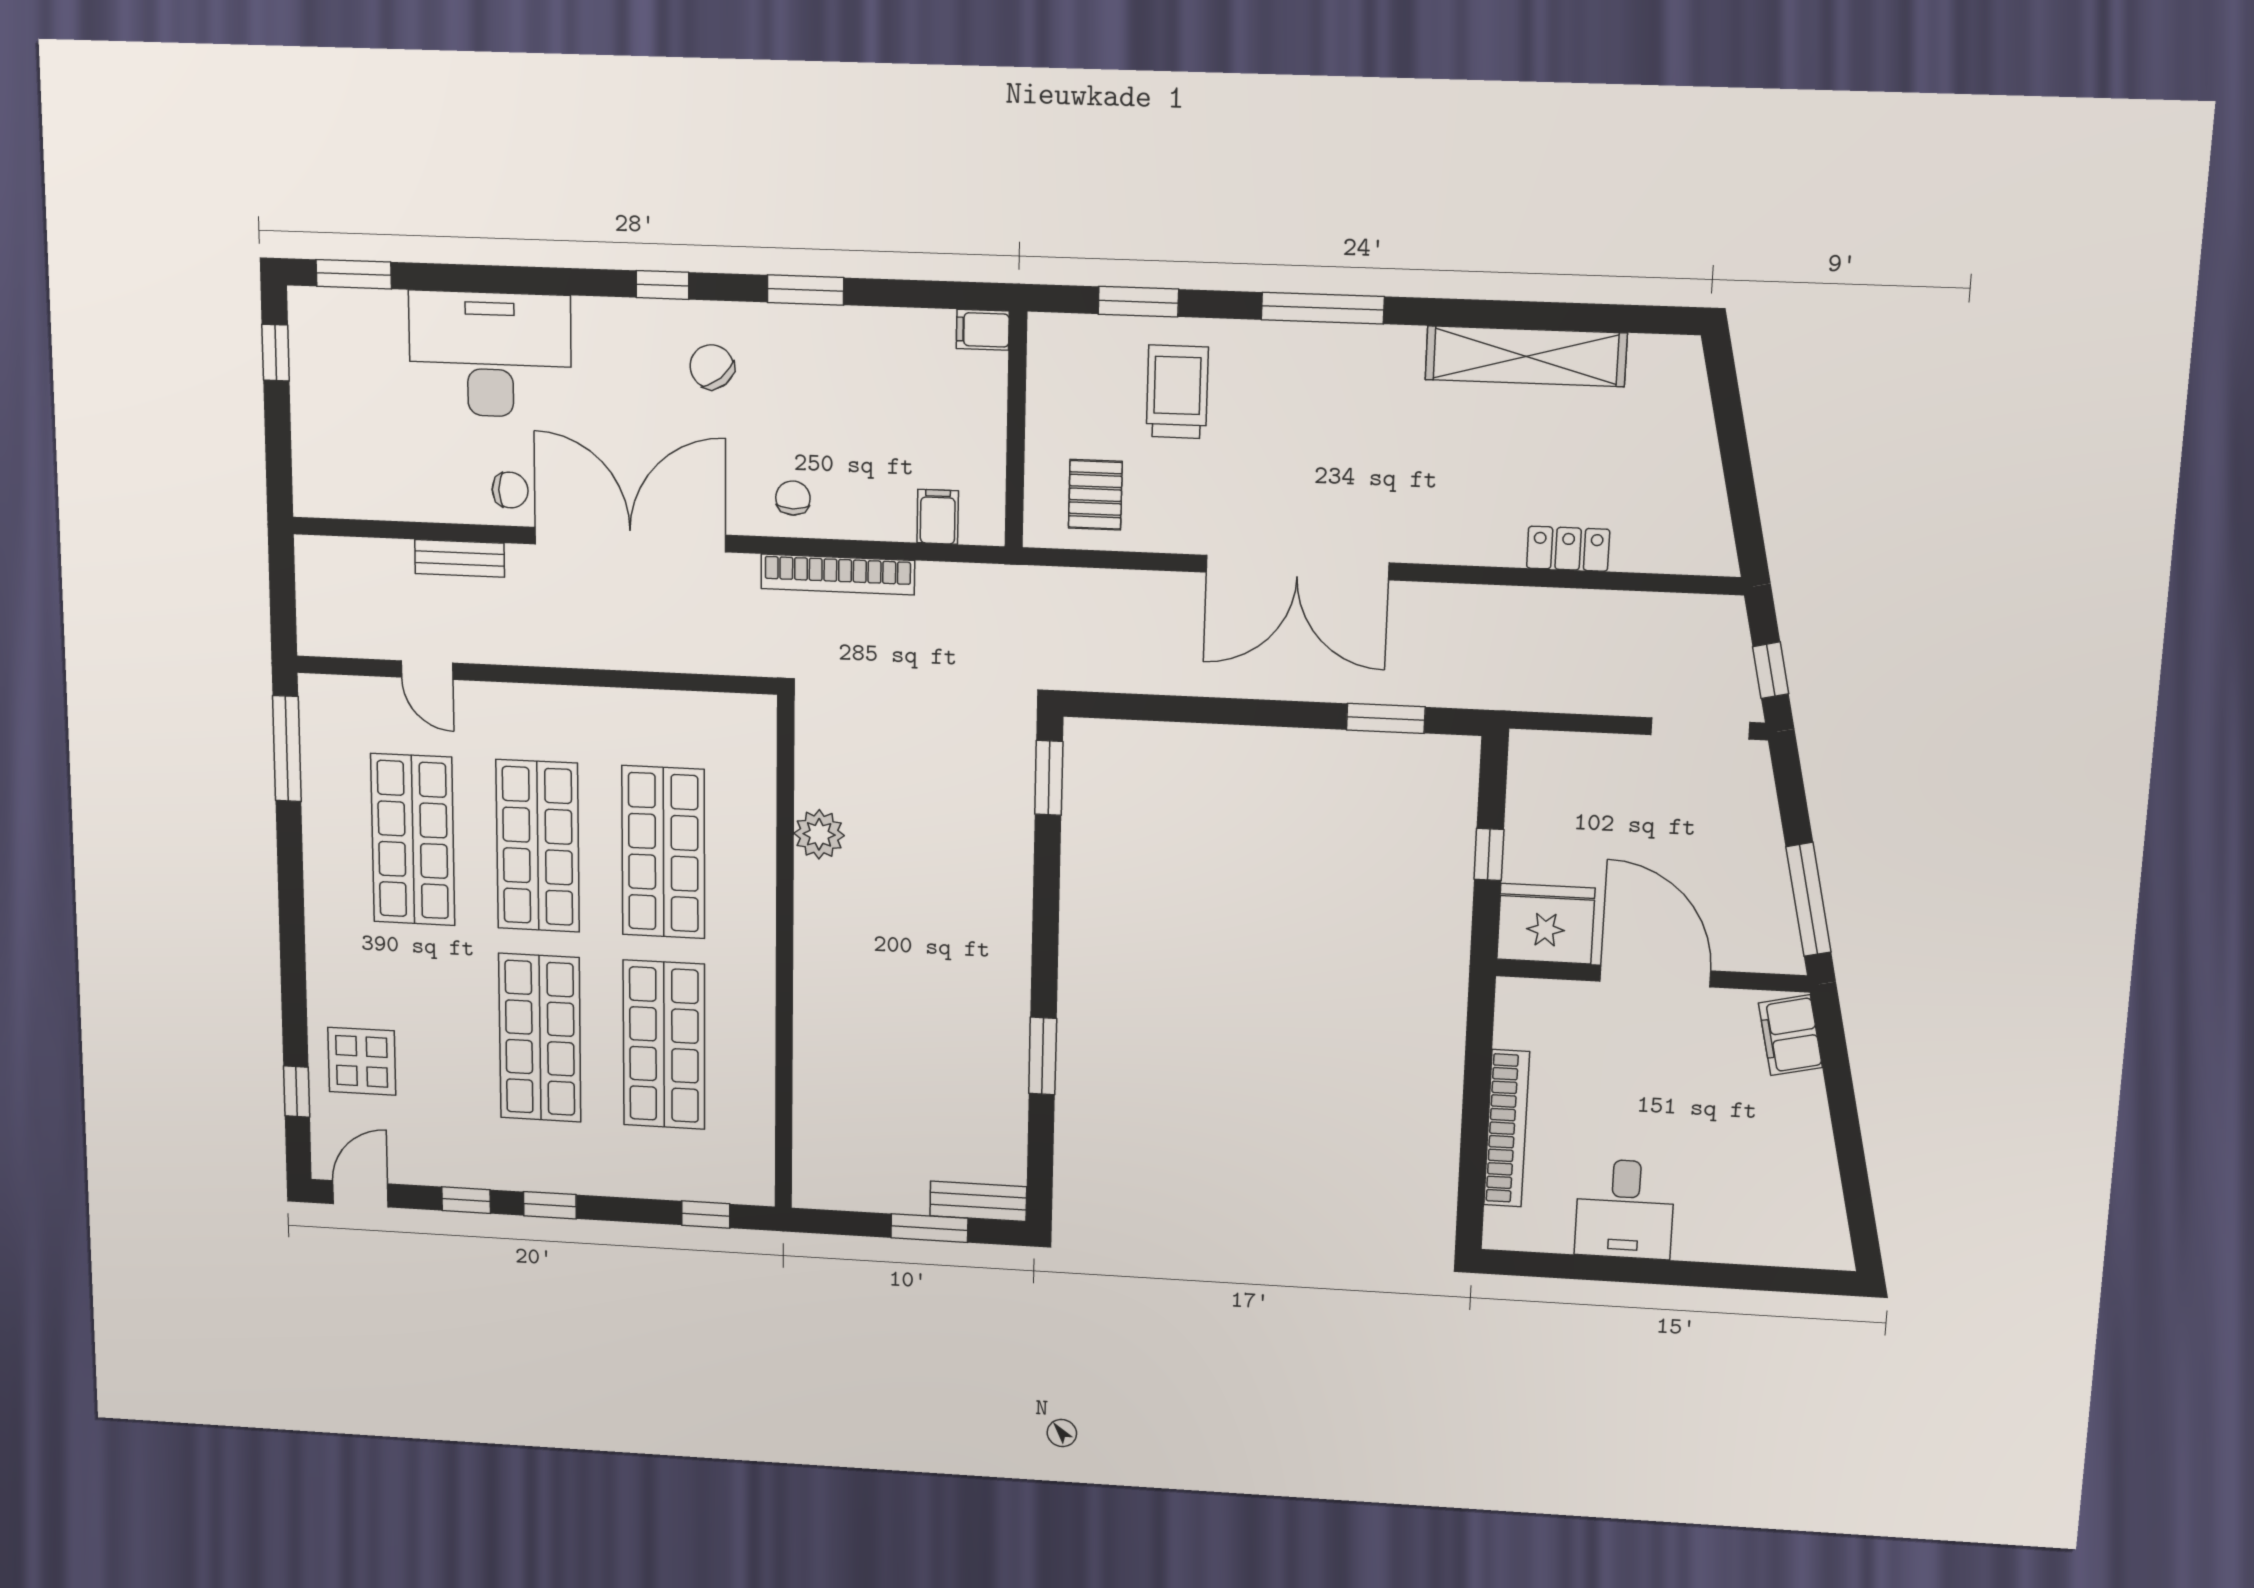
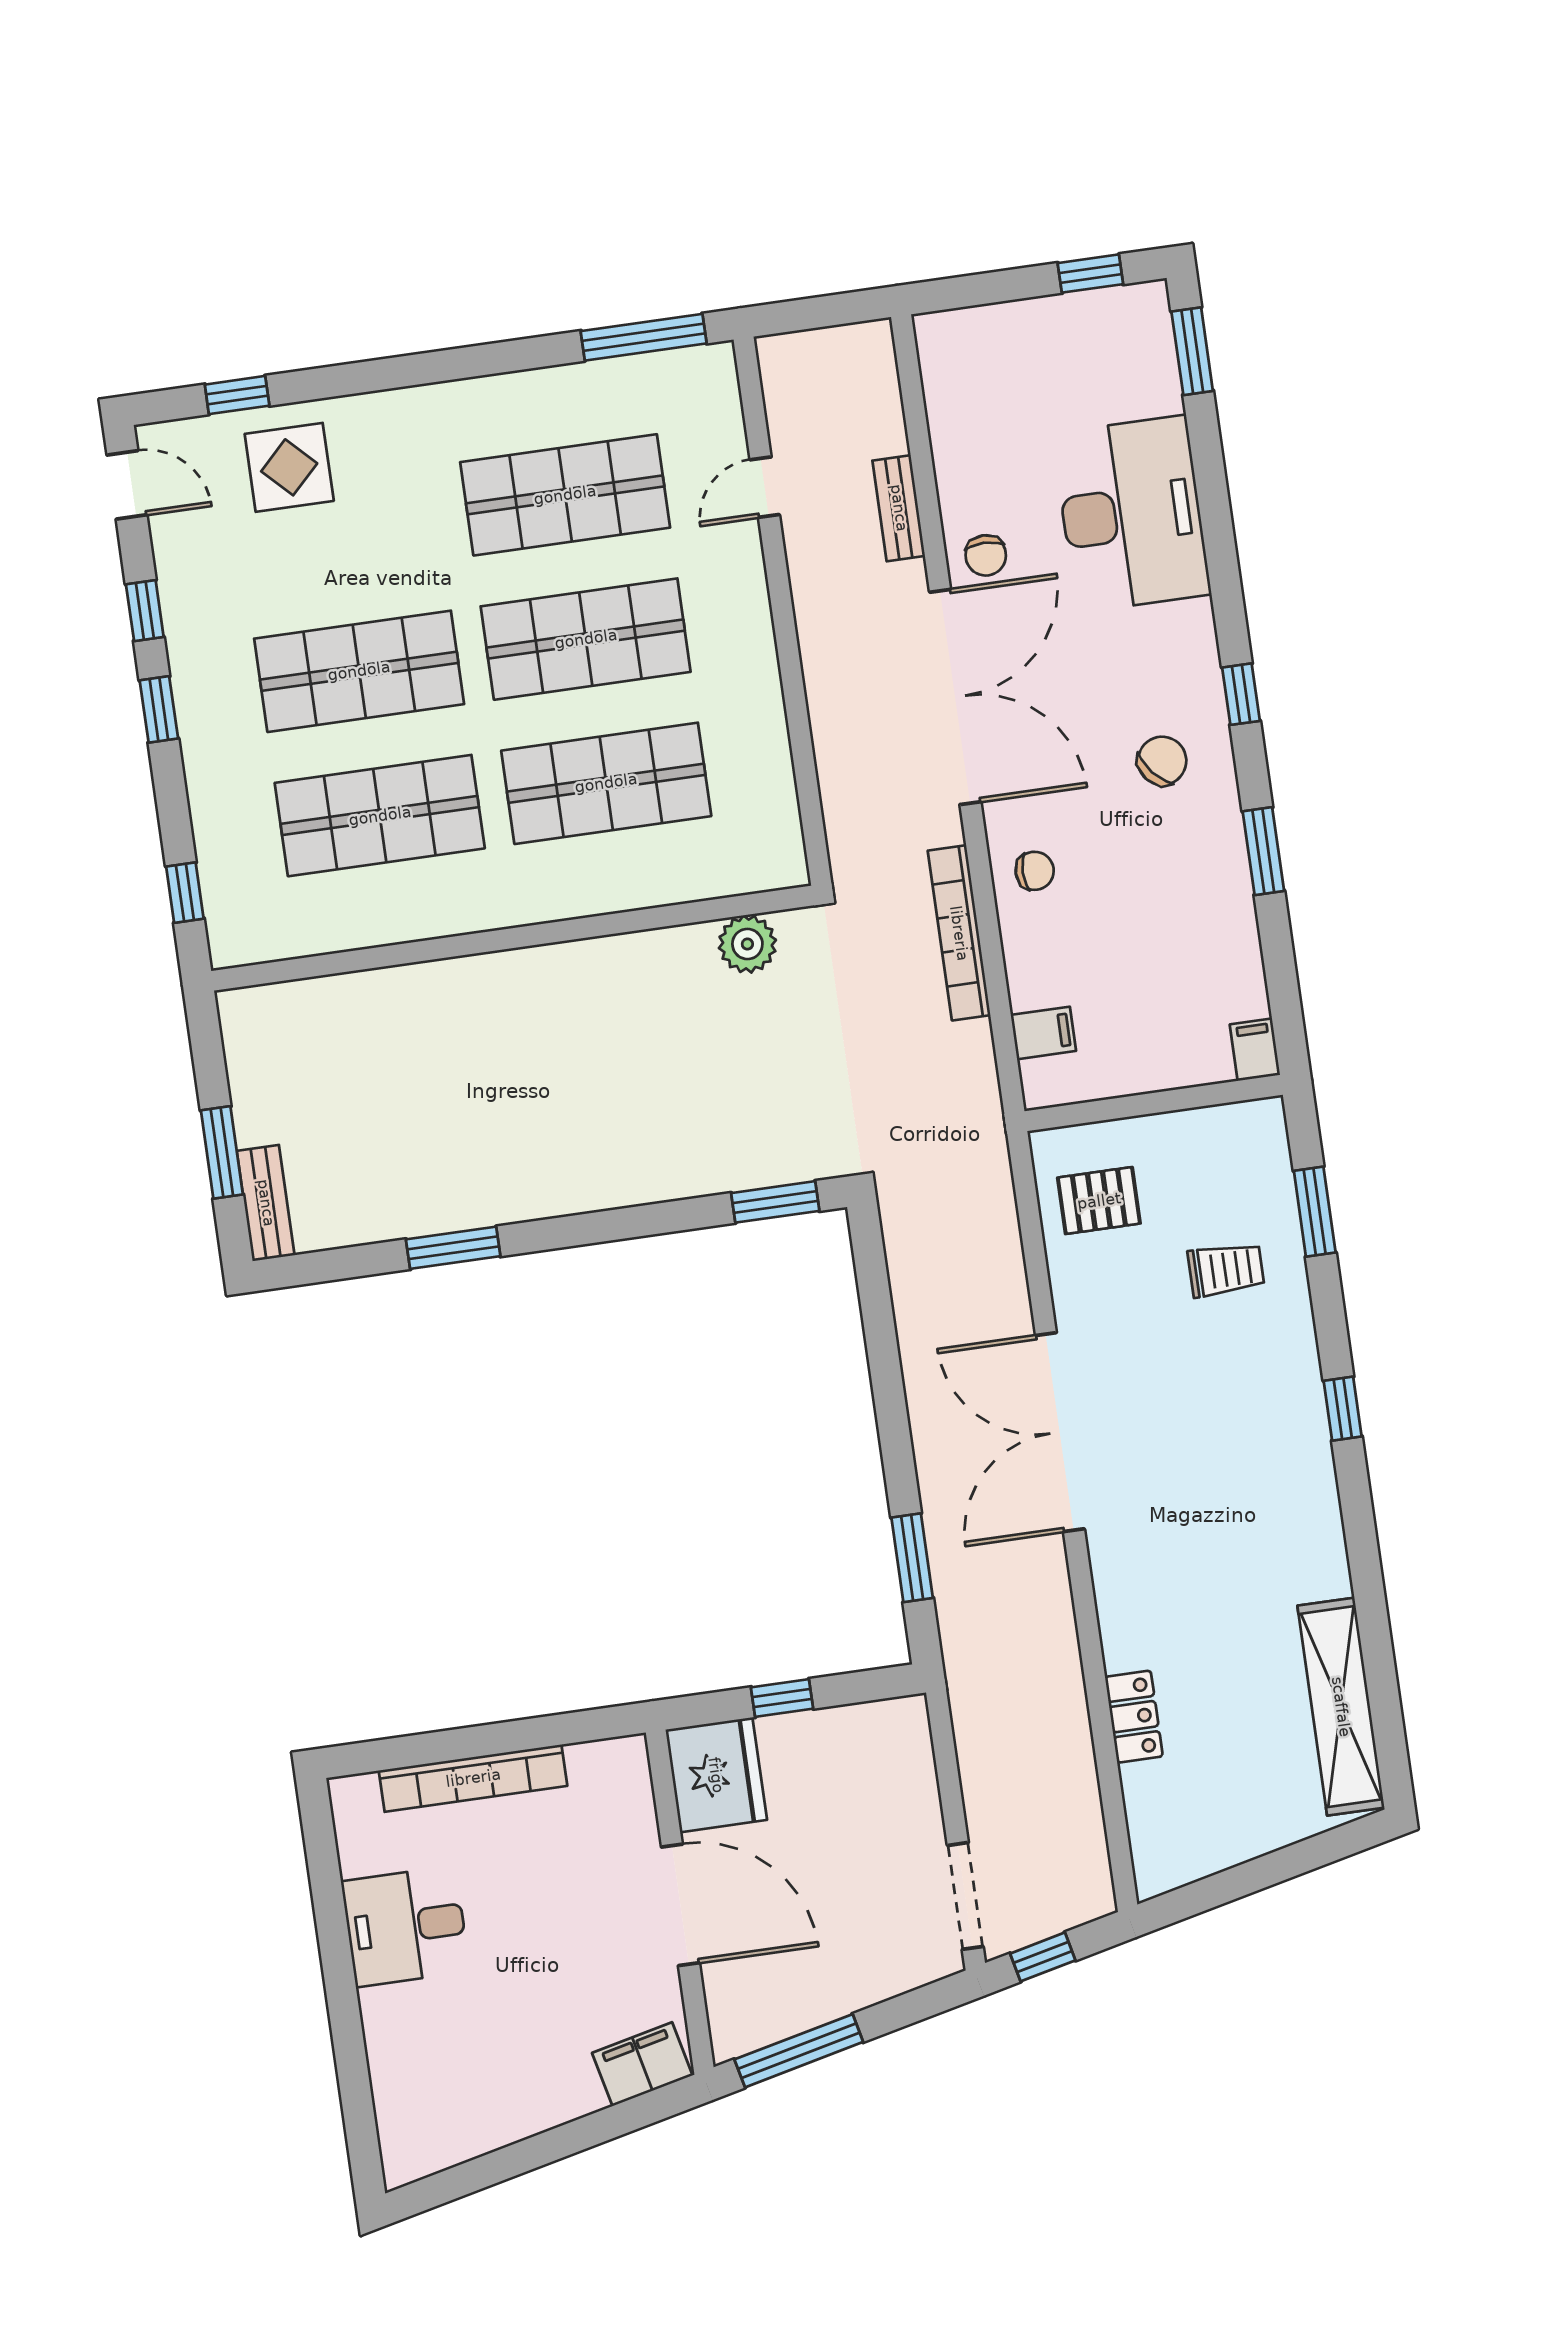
window: (1323, 308) -> (1343, 1409), width x0.46
shelving: (1526, 356) -> (1341, 1707), moved
trolley: (1177, 392) -> (1226, 1270), width x0.73, depth x0.72
plant: (819, 834) -> (747, 944), moved
door: (1655, 976) -> (680, 1905), hinge flipped

